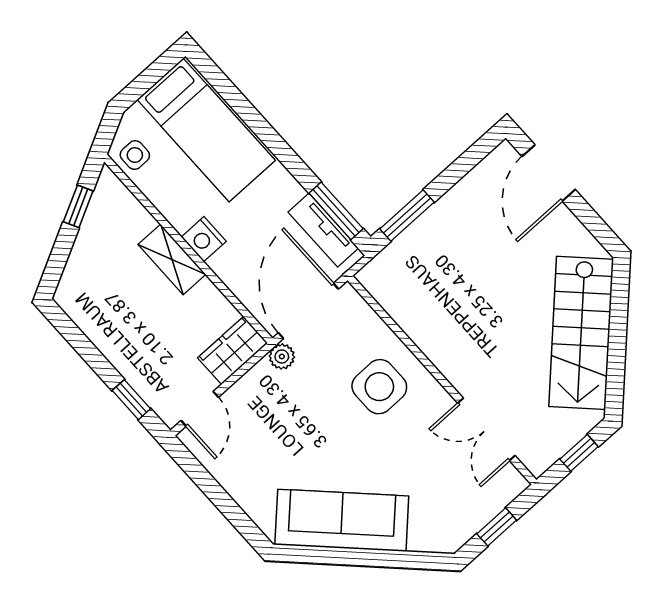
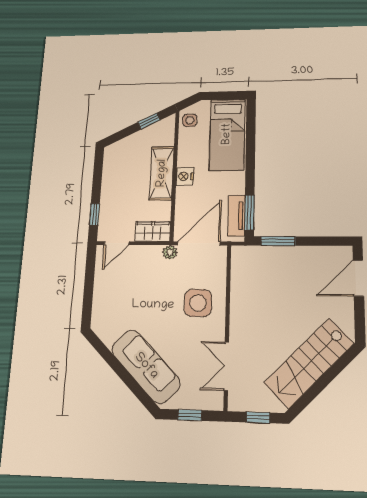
shelving: (172, 259) -> (162, 173), width x1.50, depth x1.33
sofa: (342, 520) -> (146, 366), moved

